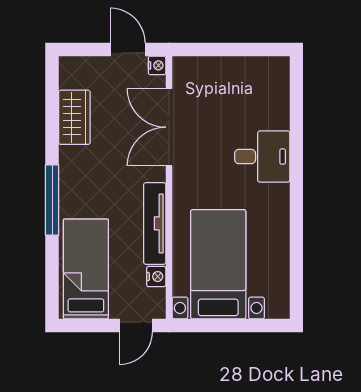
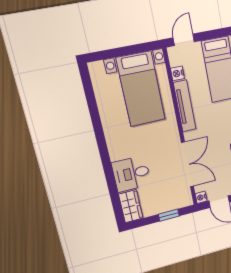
window: (217, 50) -> (169, 215), added
wardrobe: (275, 82) -> (131, 206), added
desk: (262, 157) -> (131, 174), moved

